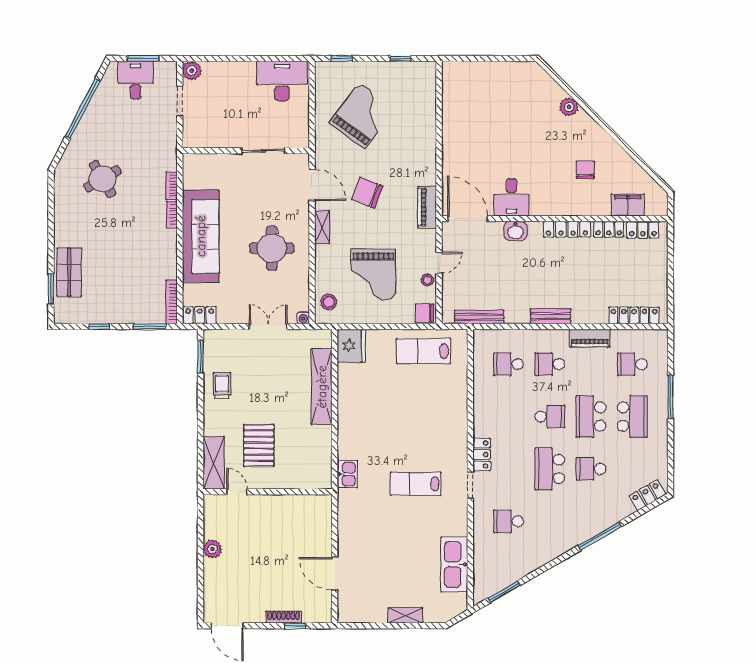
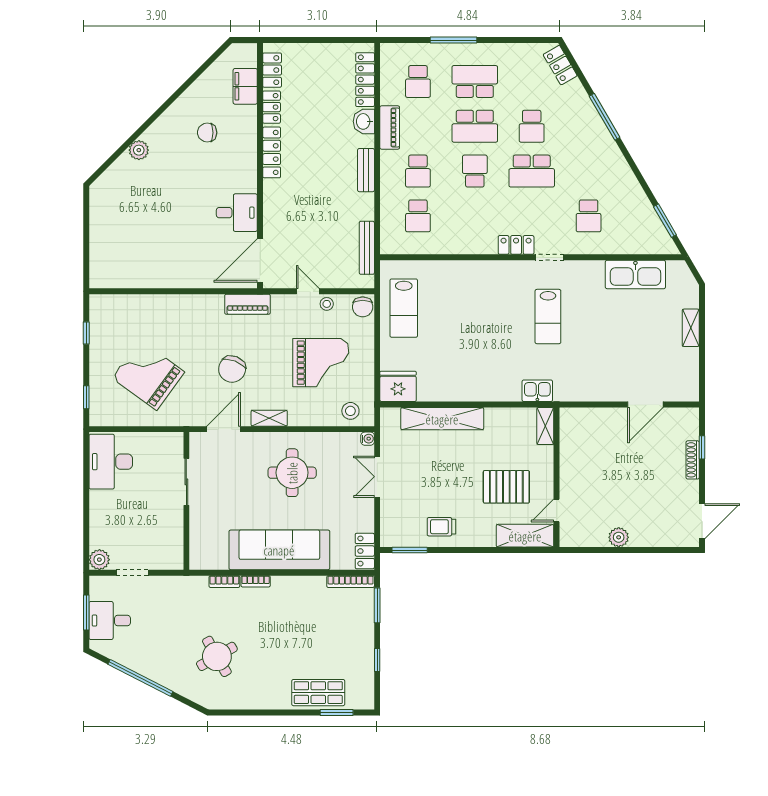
washbasin: (515, 231) -> (364, 121), moved, turned 180
shelving: (315, 482) -> (545, 426), added

